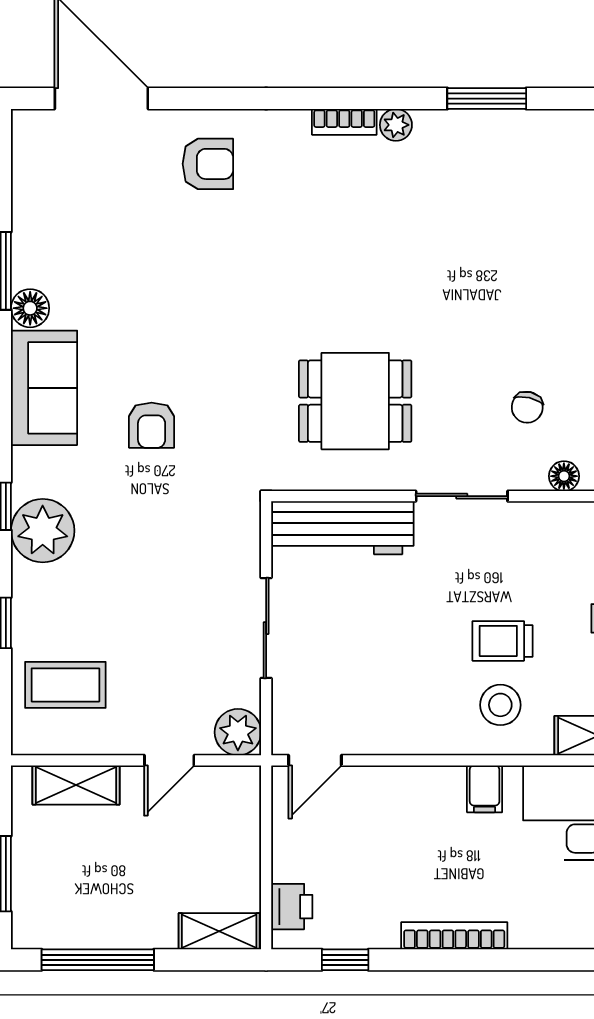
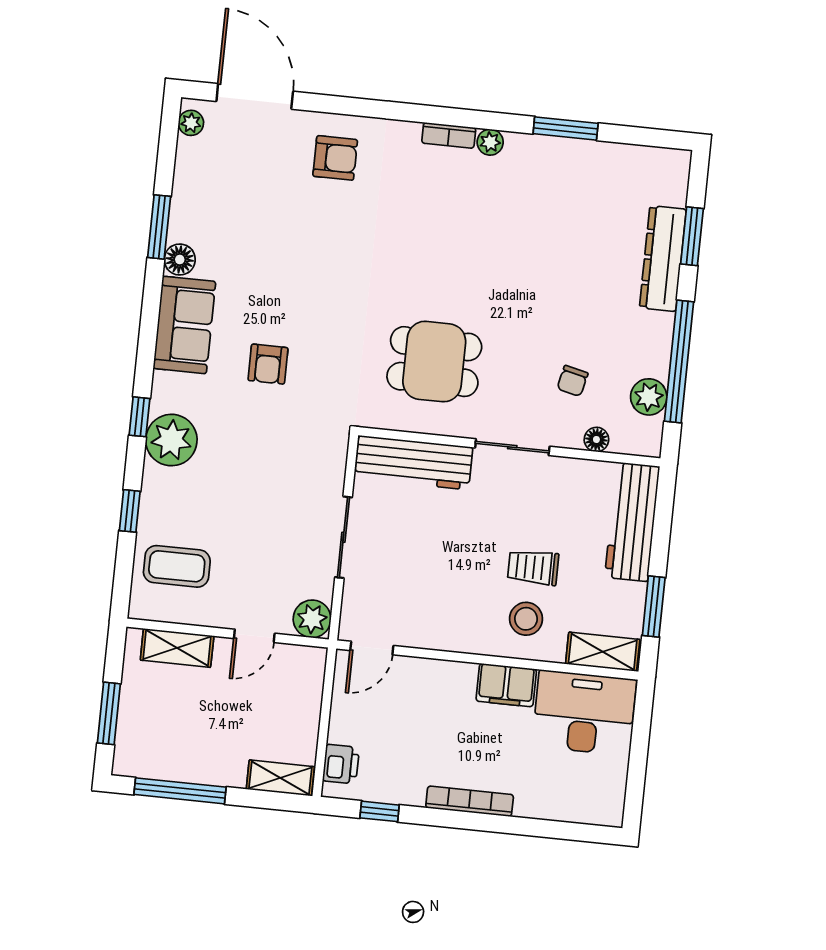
plant: (27, 139) -> (191, 123), added
filing cabinet: (485, 789) -> (506, 685), width x2.00

